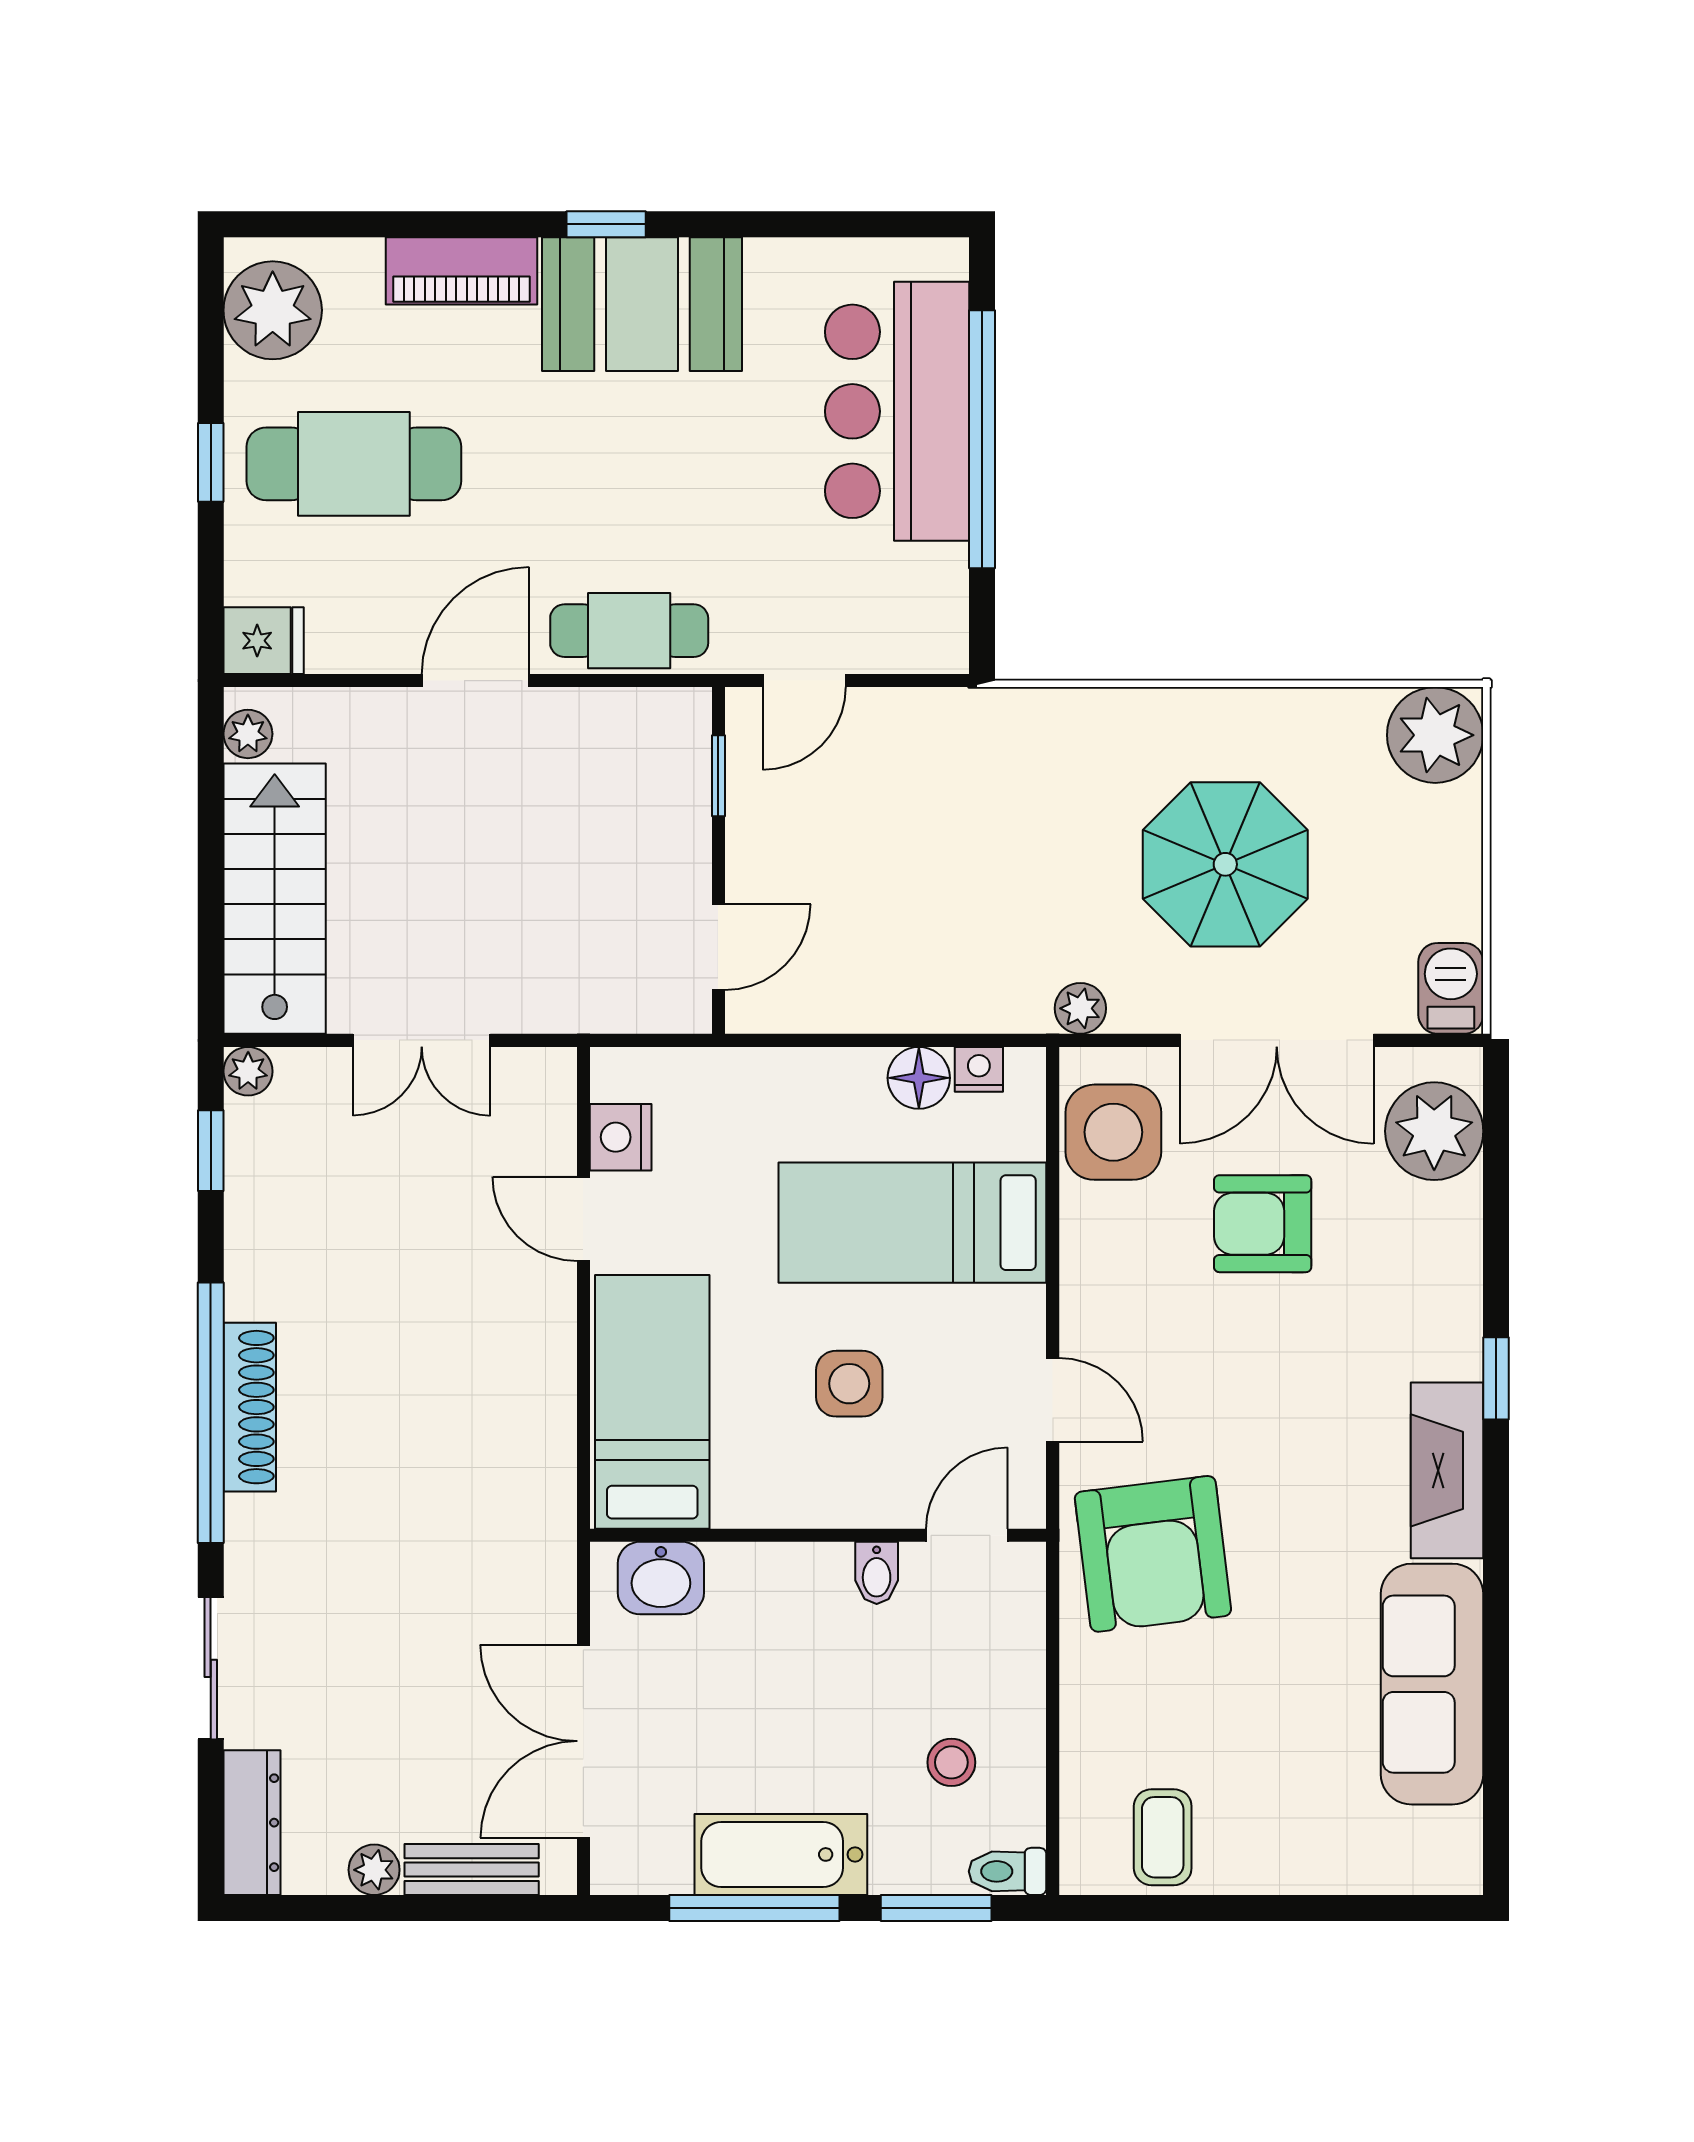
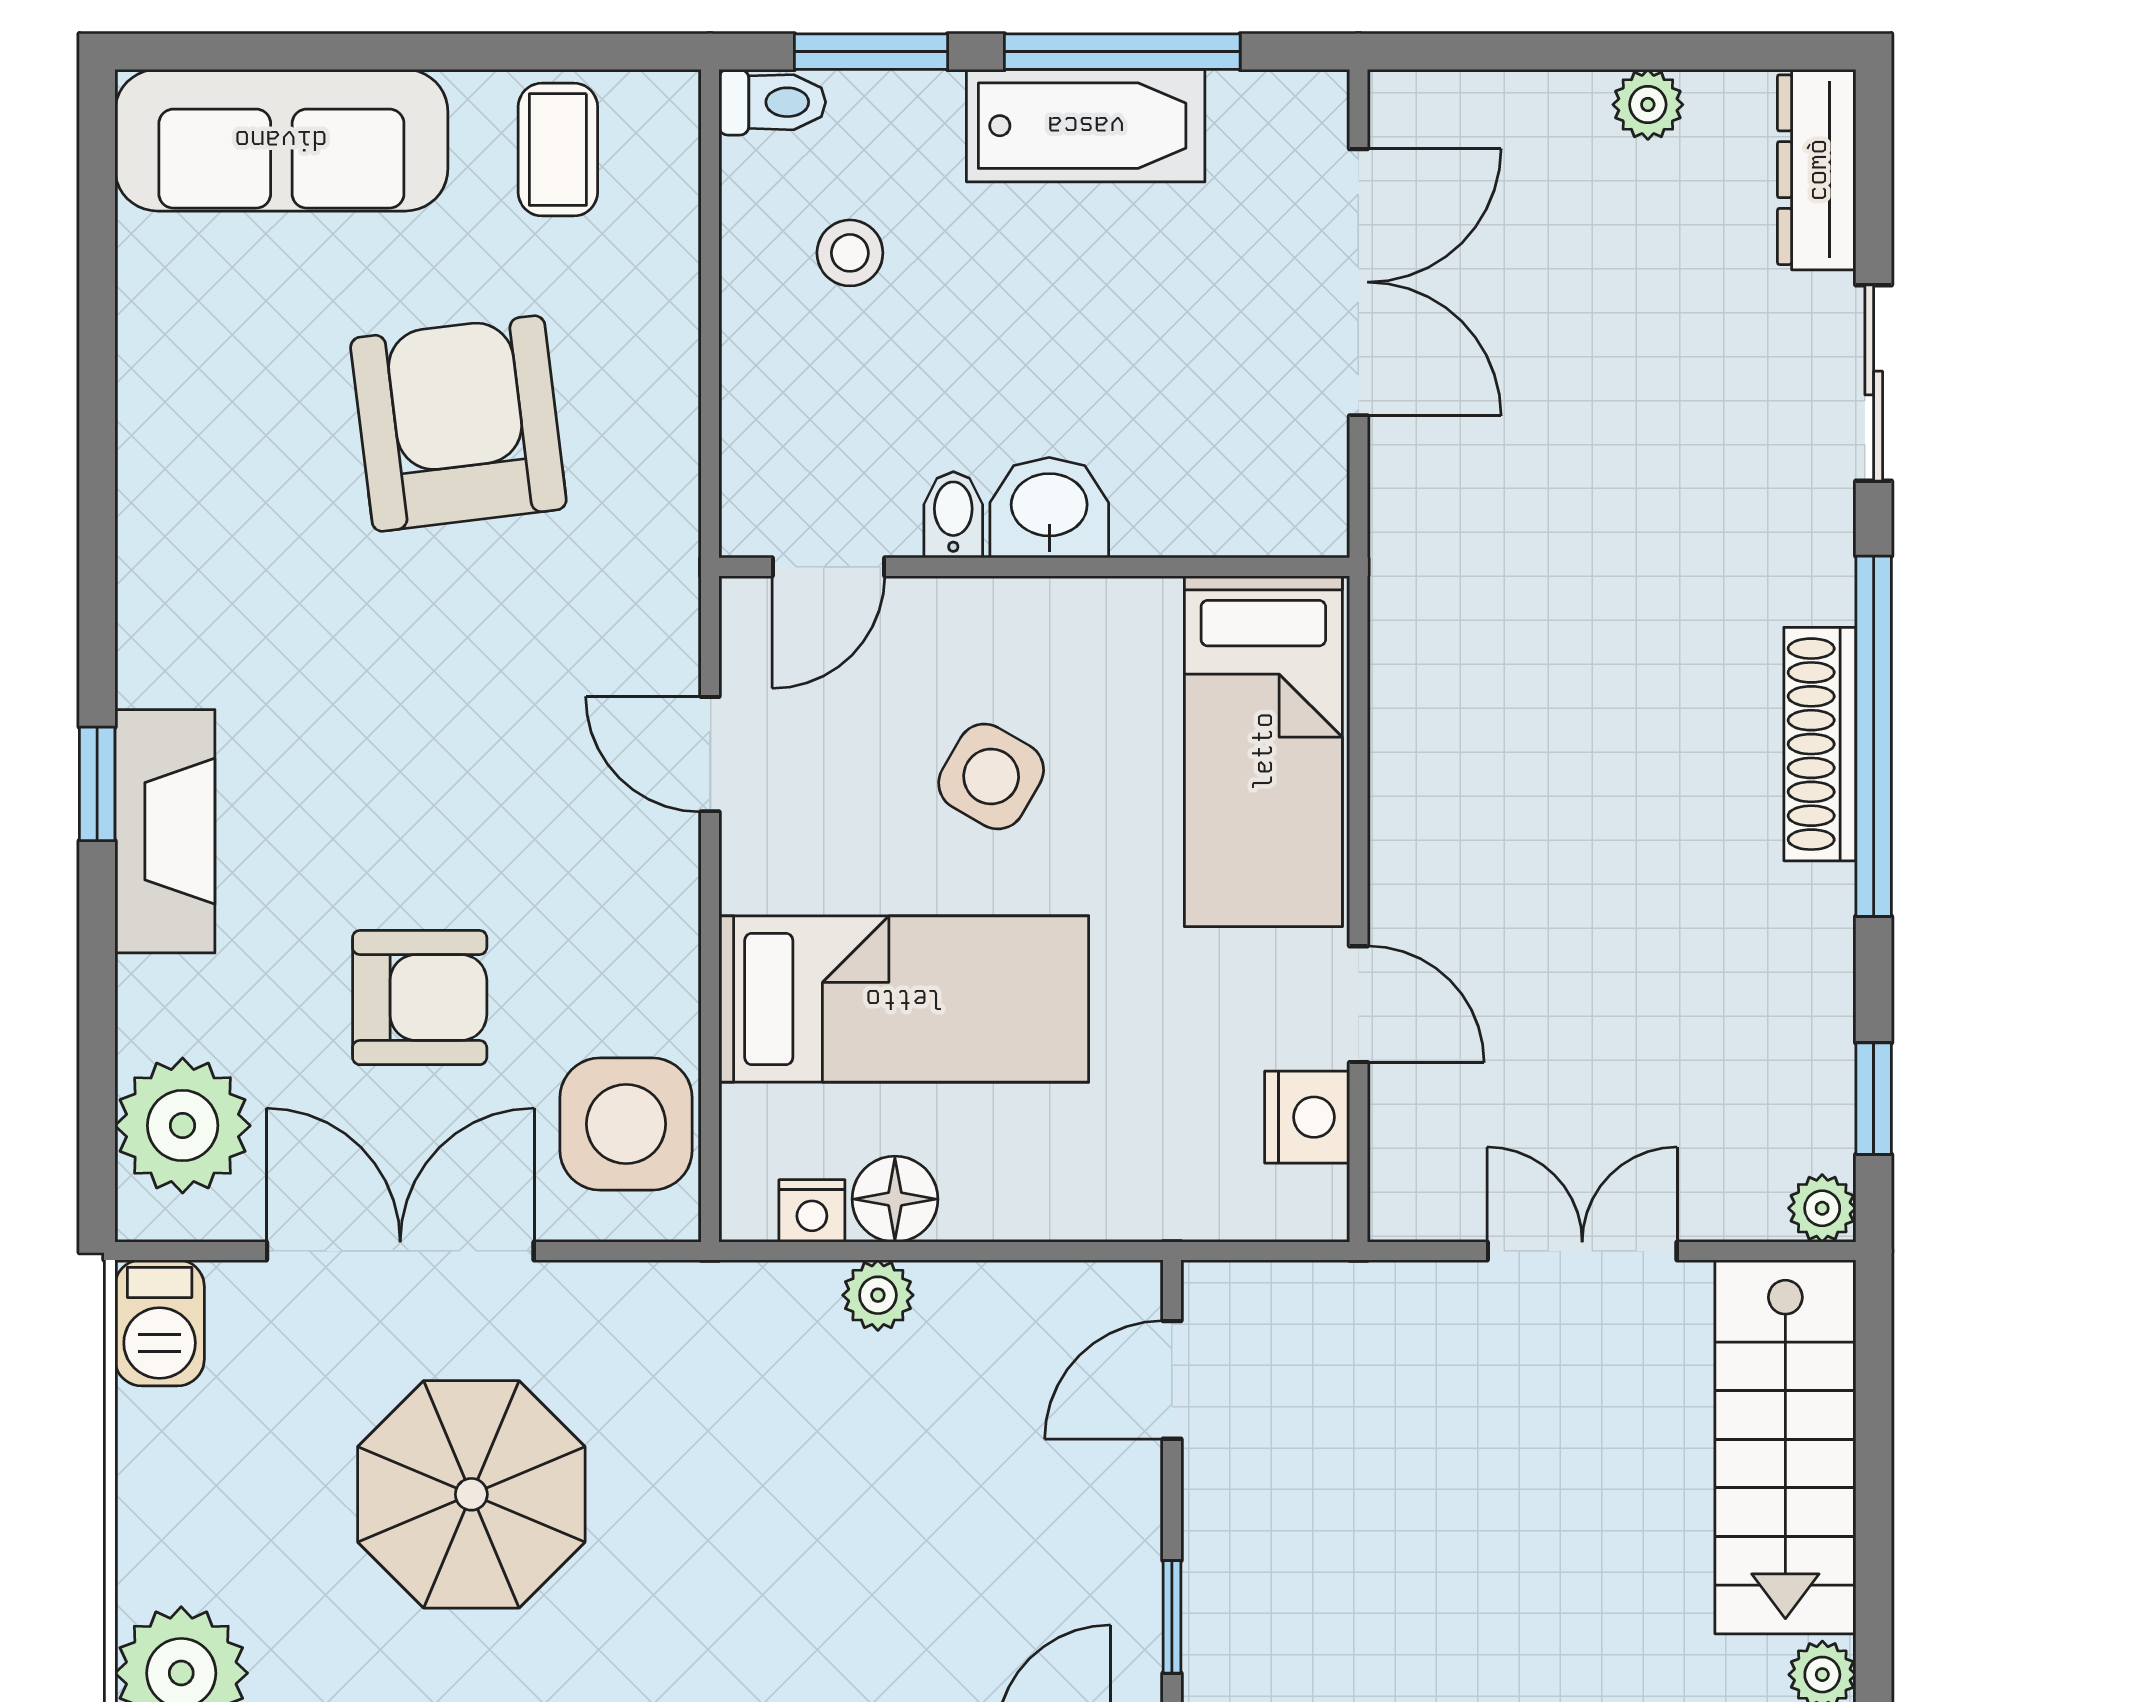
plant: (1080, 1008) -> (878, 1295), moved
side table: (849, 1384) -> (991, 776), turned 30
fireplace: (1447, 1470) -> (165, 831), moved
armchair: (1153, 1554) -> (458, 423), moved
washbasin: (661, 1578) -> (1049, 508), moved
sofa: (1432, 1684) -> (281, 140), moved, turned 90
bench: (472, 1870) -> (1513, 105), removed

